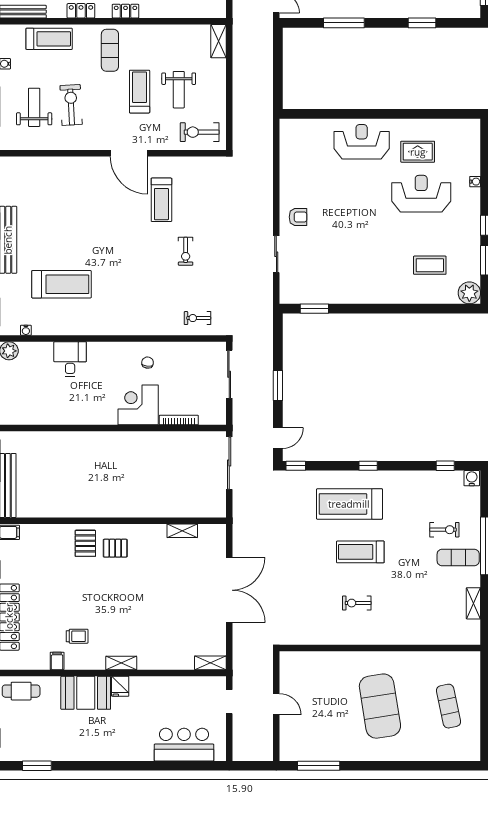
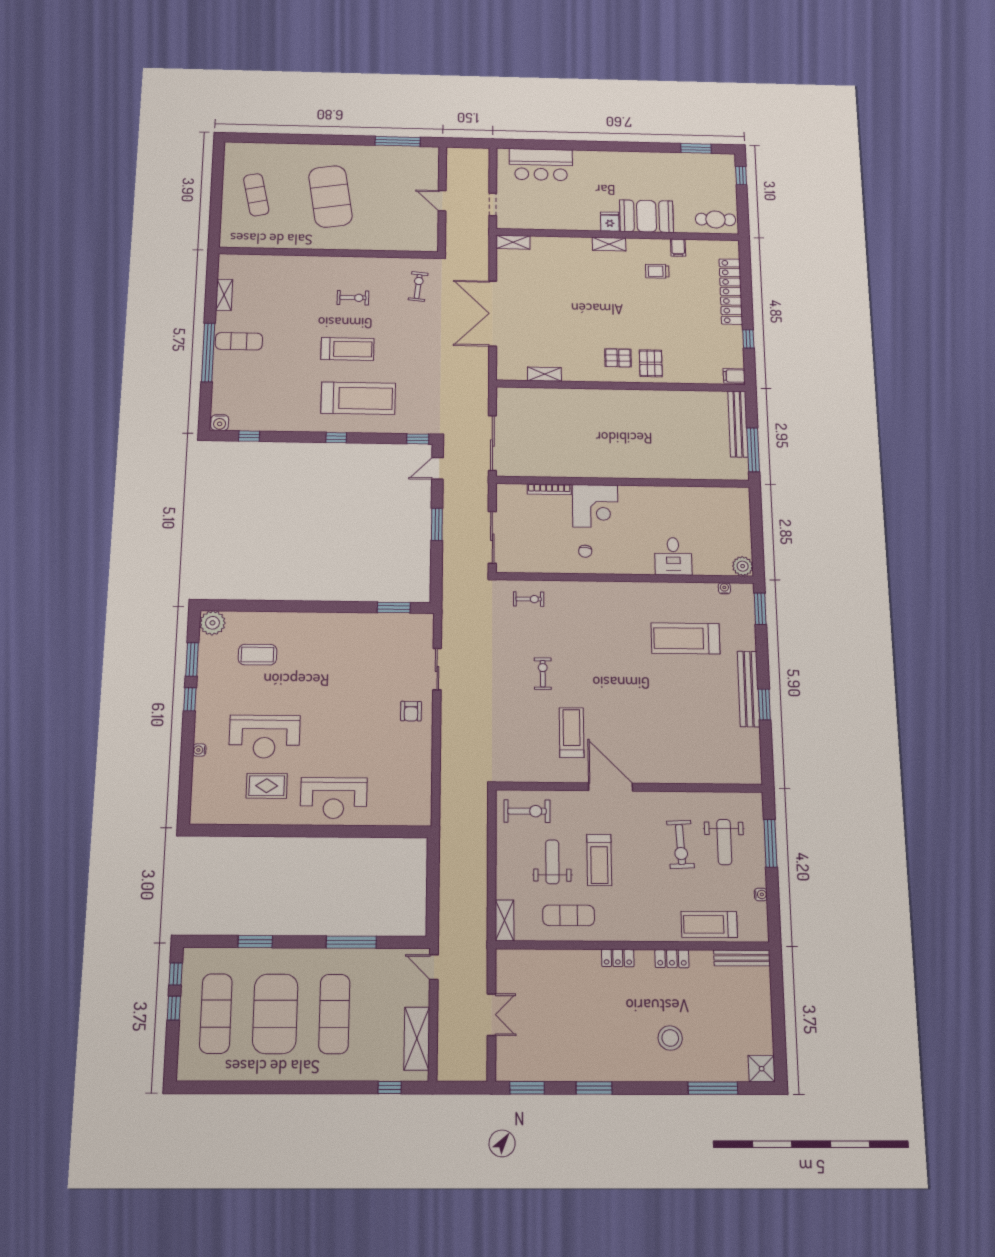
exercise mat: (110, 50) -> (569, 915), moved, turned 90
armchair: (298, 217) -> (411, 711), turned -90
exercise bike: (444, 530) -> (418, 286), moved, turned 96

